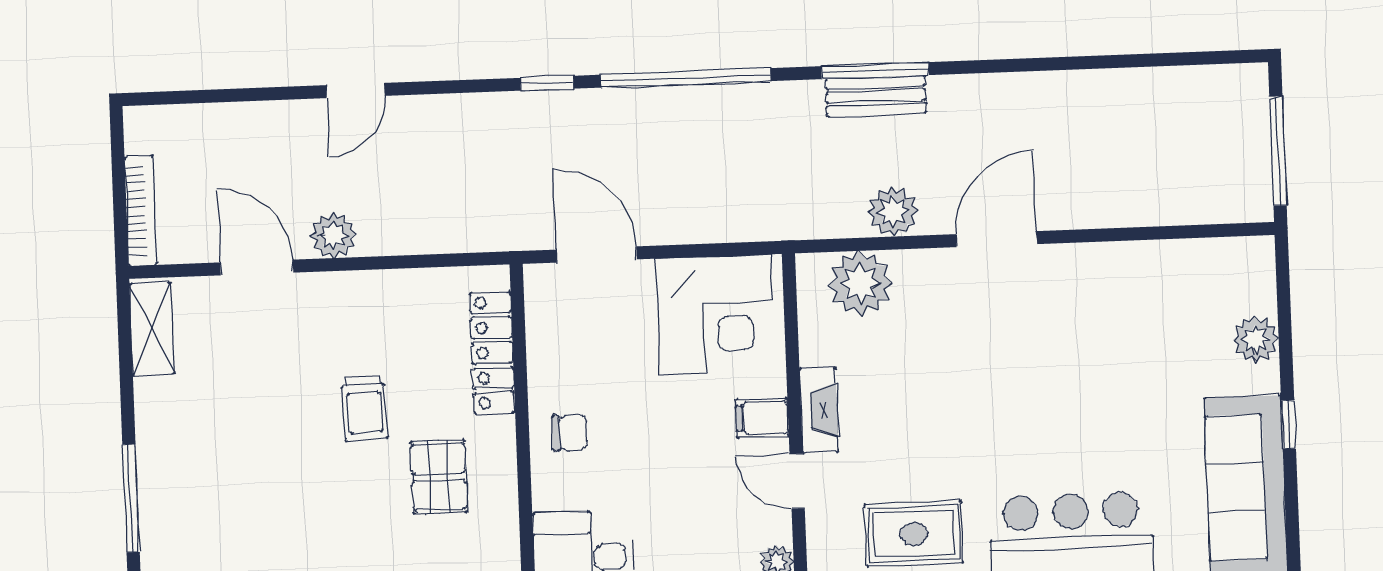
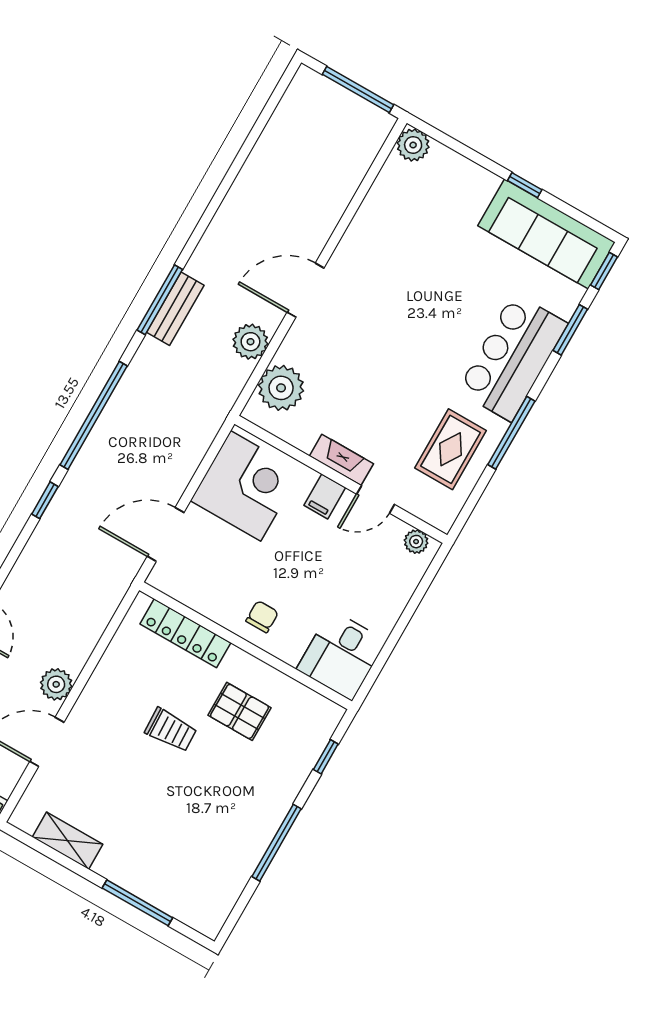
door: (997, 239) -> (306, 290), hinge flipped
shelving: (152, 329) -> (68, 841), moved
plant: (1256, 339) -> (413, 145), moved

